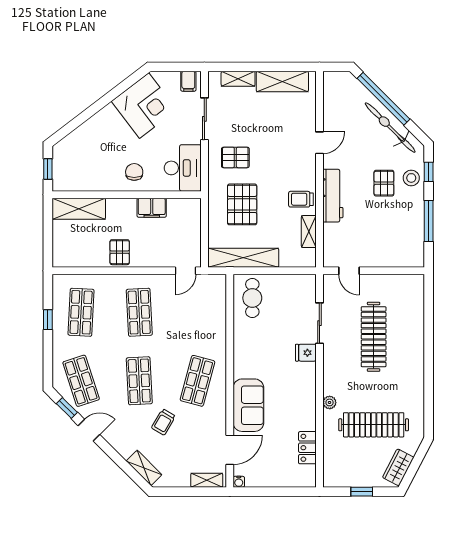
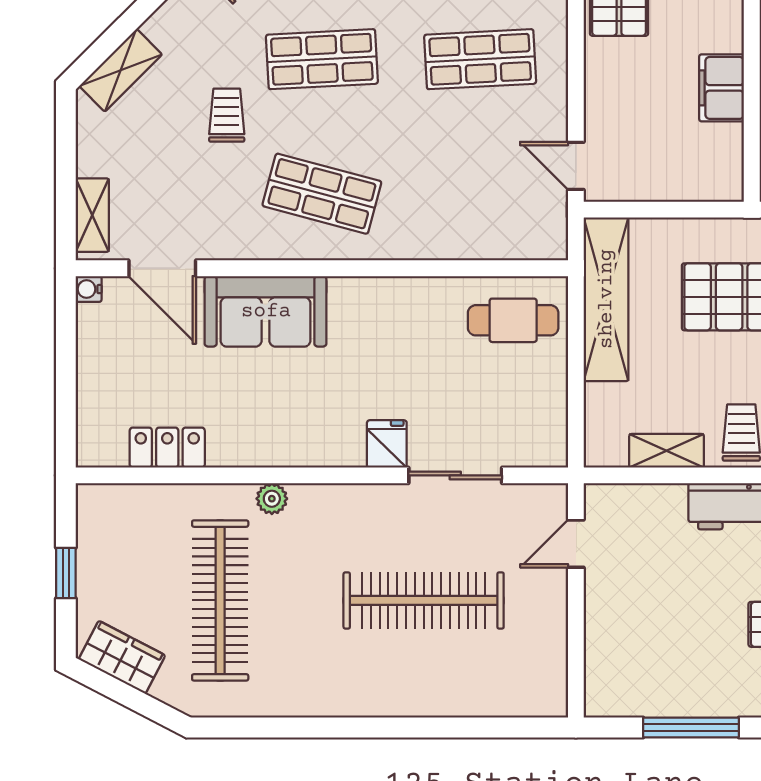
trolley: (163, 422) -> (227, 115), turned 59

